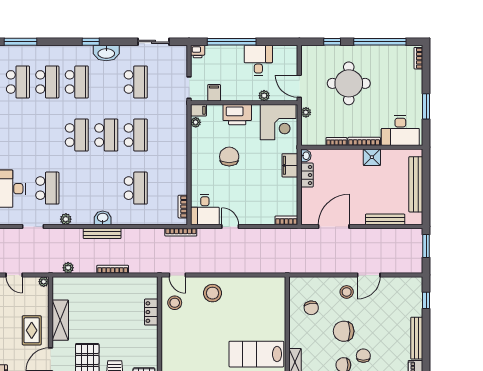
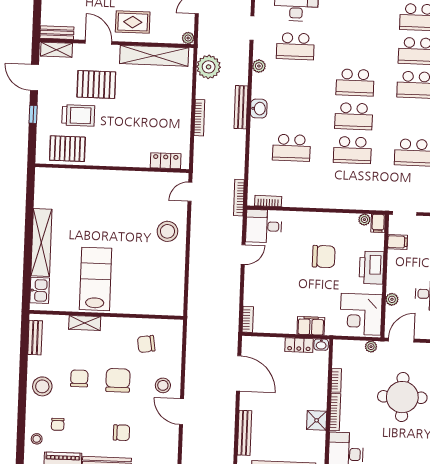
plant: (68, 268) -> (209, 67), width x1.87, depth x1.87
stool: (175, 303) -> (158, 187), removed
locker: (151, 312) -> (166, 161), moved
shelving: (60, 320) -> (154, 56), width x1.47
chair: (363, 356) -> (121, 433), moved

